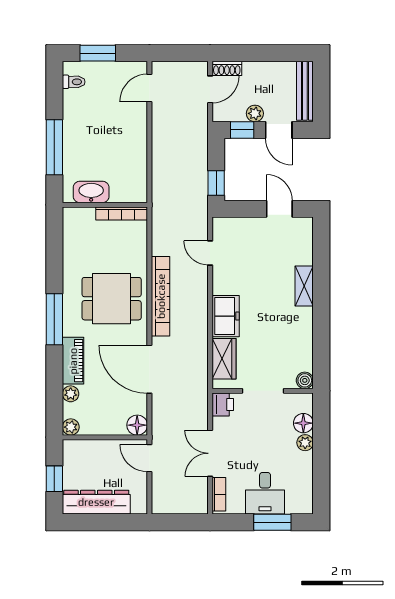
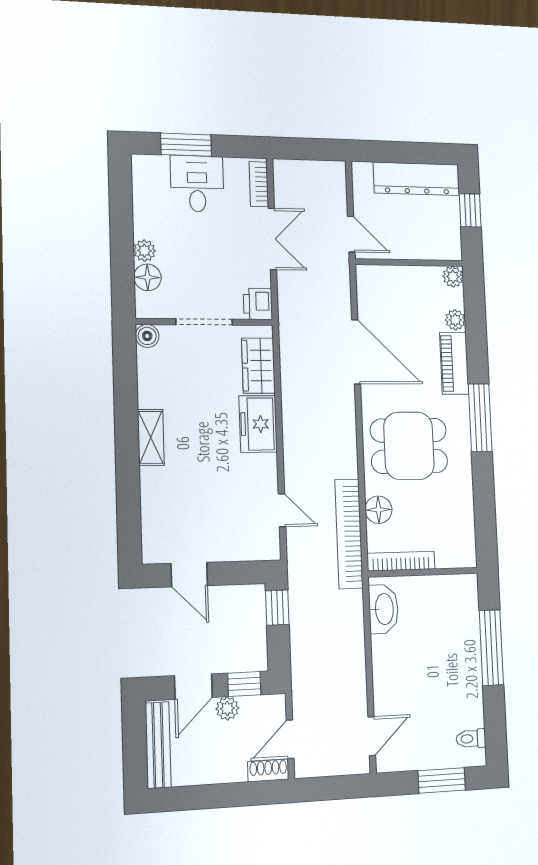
door: (279, 130) -> (193, 687), swing flipped
washbasin: (91, 192) -> (384, 609), moved, turned -90
shelving: (304, 286) -> (151, 437), moved
bookcase: (161, 296) -> (349, 534), moved
floor lamp: (137, 425) -> (379, 510), moved

